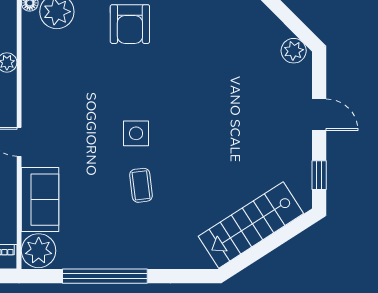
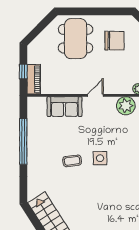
plant: (39, 251) -> (126, 106), moved

